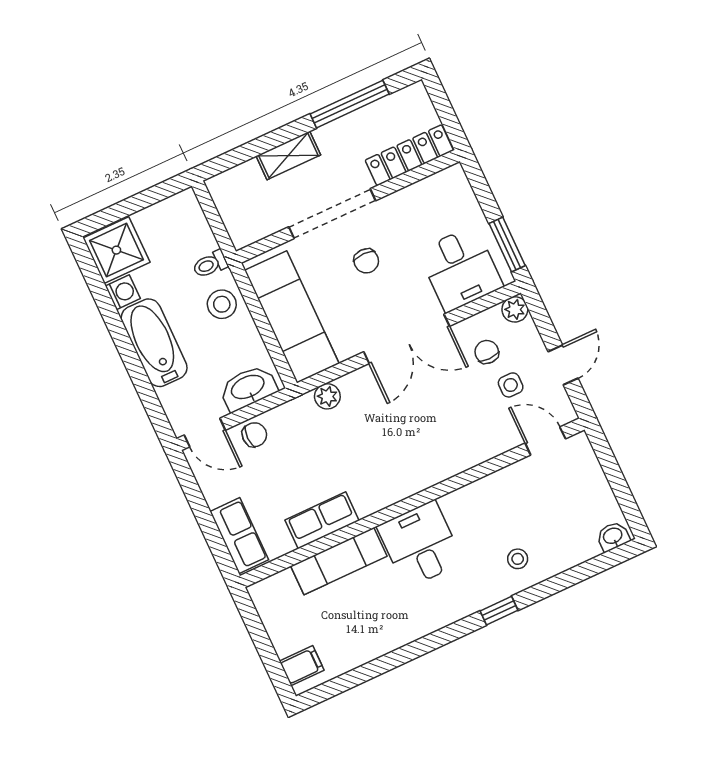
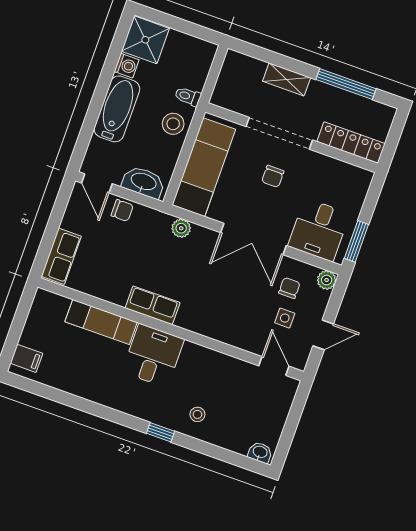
row of seats: (322, 520) -> (153, 305), moved

